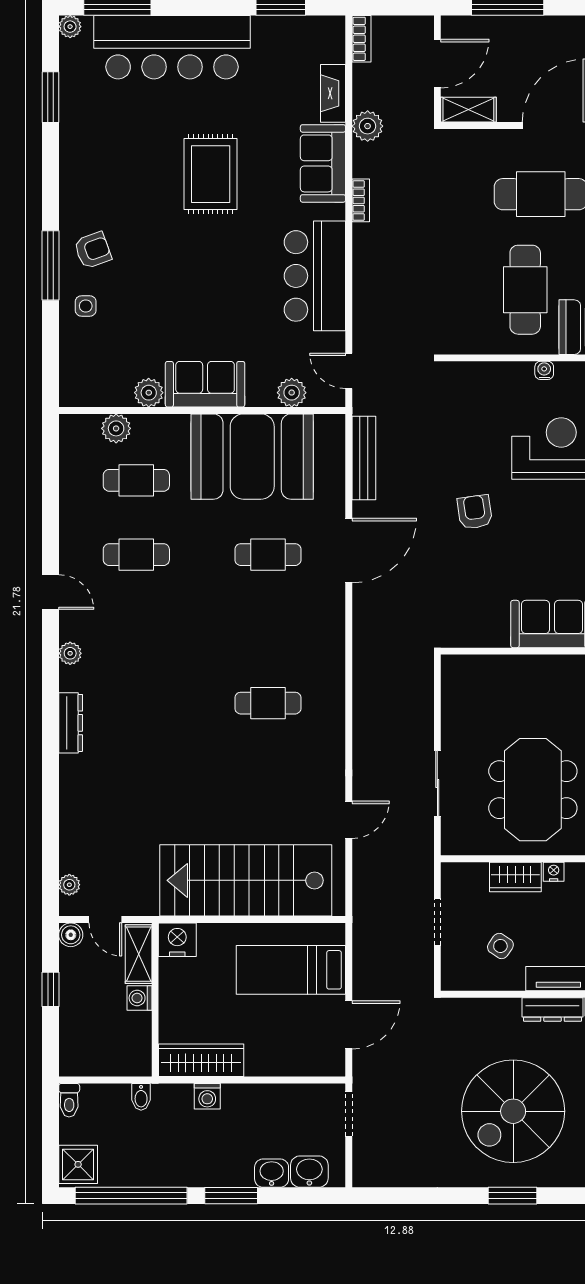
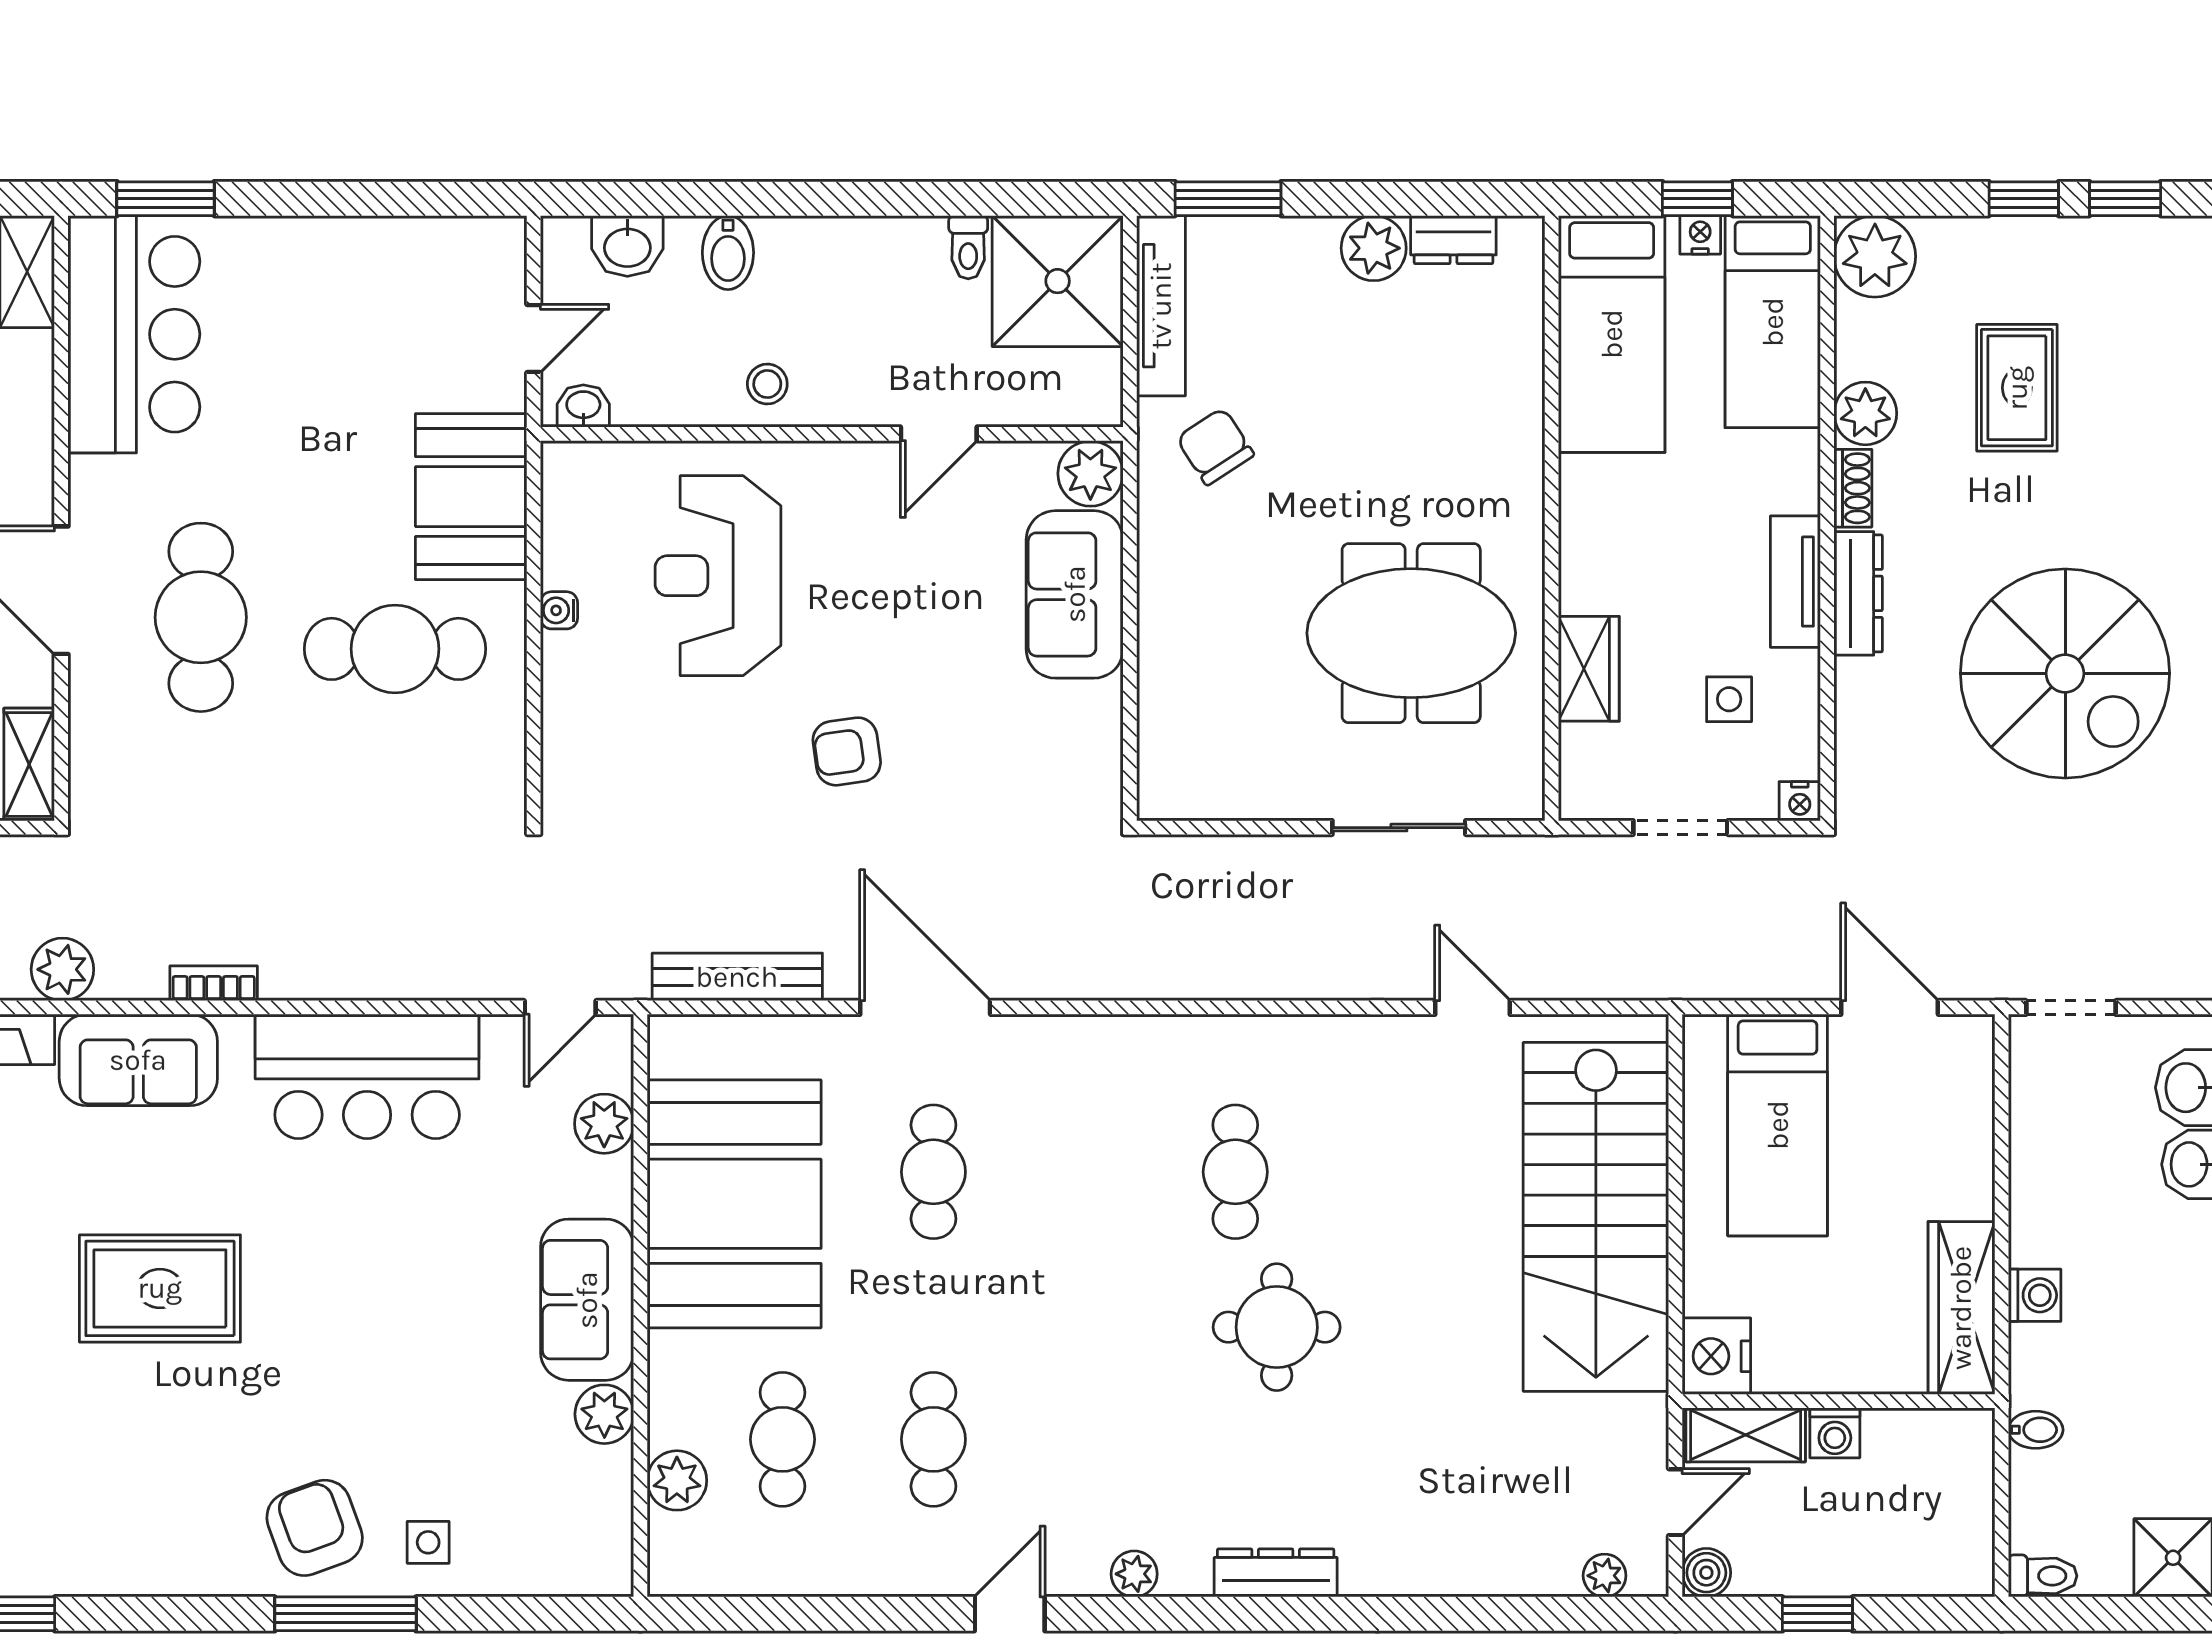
armchair: (93, 250) -> (315, 1528), width x1.38, depth x1.38
round table: (192, 723) -> (1277, 1327), added
nightstand: (554, 872) -> (1800, 801), moved, turned -90
side table: (500, 946) -> (1729, 699), turned -34

